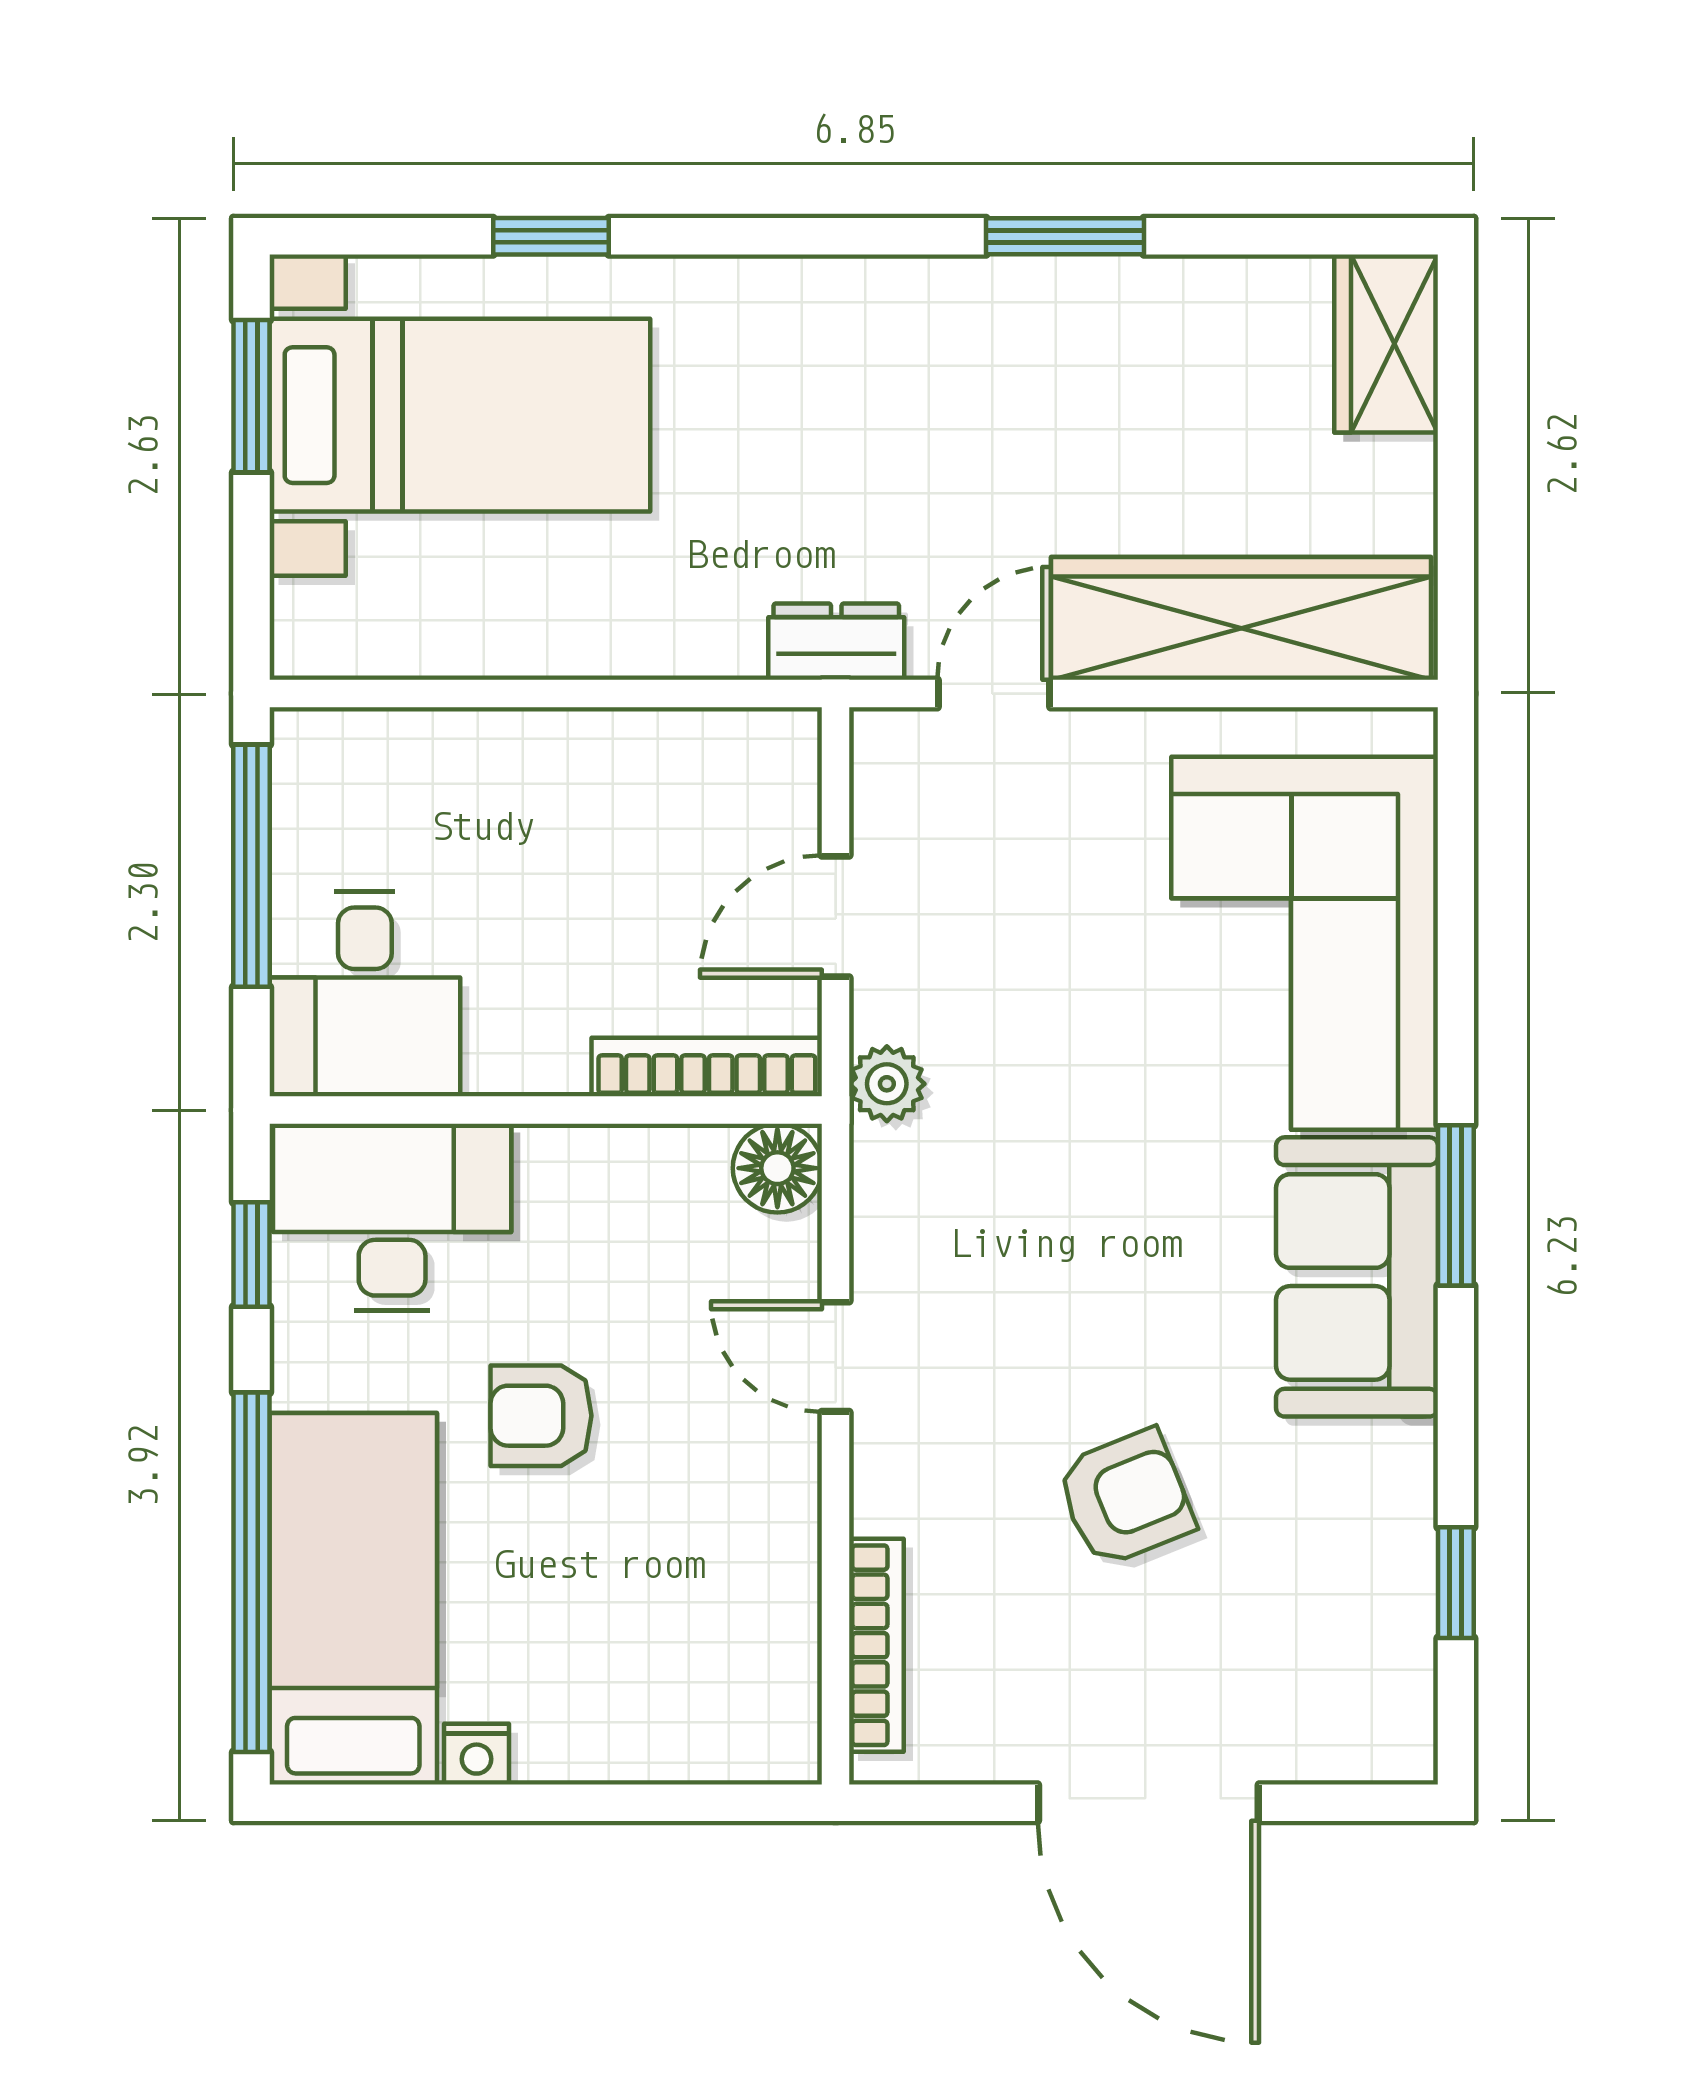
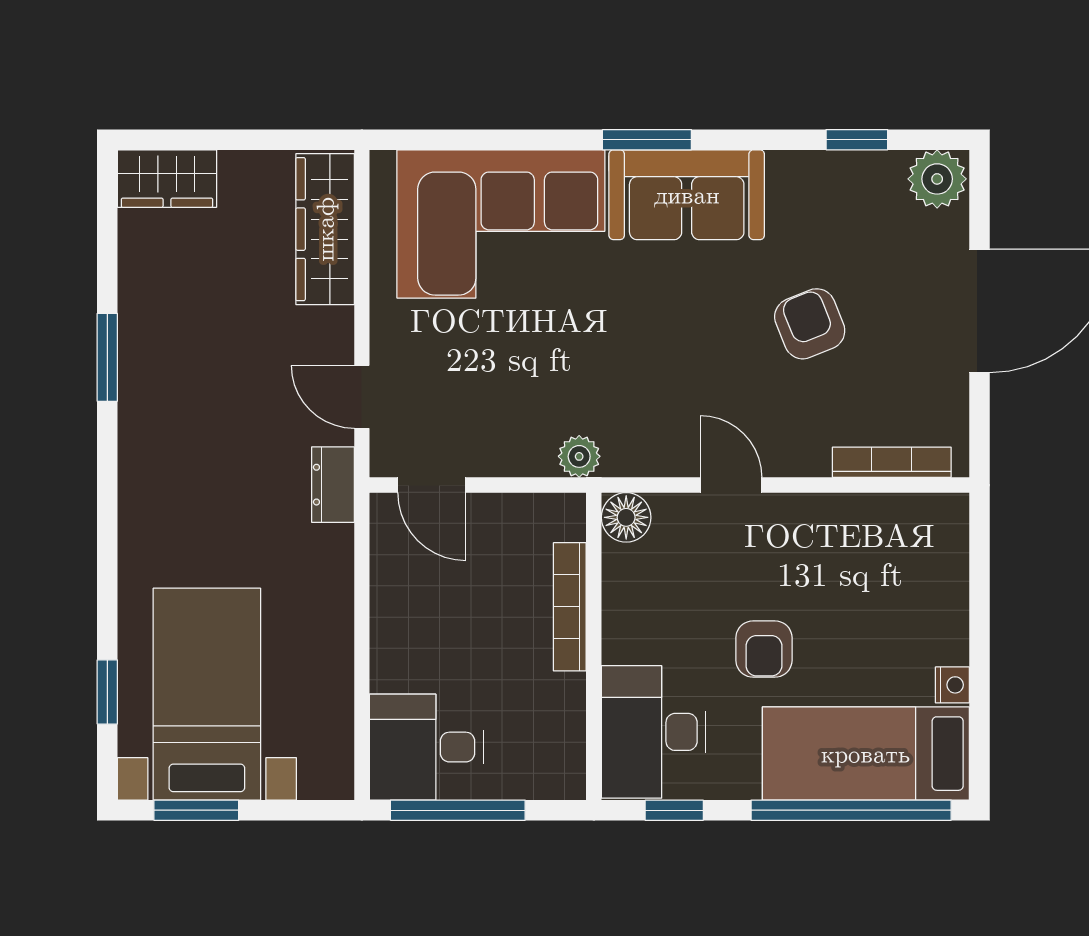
window: (551, 236) -> (107, 692), moved
wardrobe: (1241, 618) -> (325, 229), width x0.71, depth x0.85
door: (836, 917) -> (432, 485), moved
desk: (365, 994) -> (427, 747), moved, turned 180
bookcase: (707, 1067) -> (570, 607), moved
door: (836, 1357) -> (731, 485), swing flipped
plant: (1385, 1727) -> (937, 179), added

